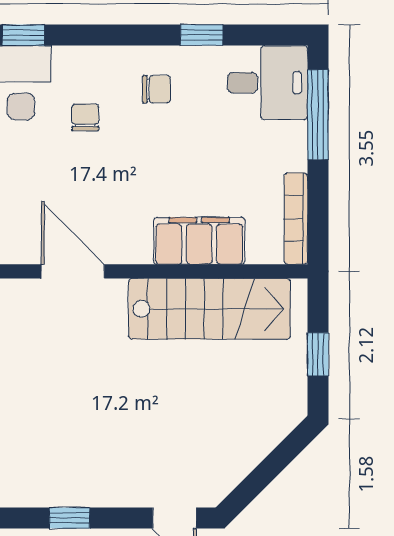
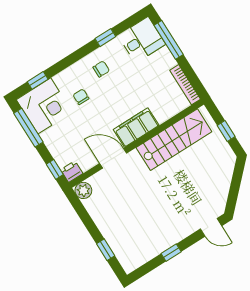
filing cabinet: (199, 241) -> (136, 127), moved

